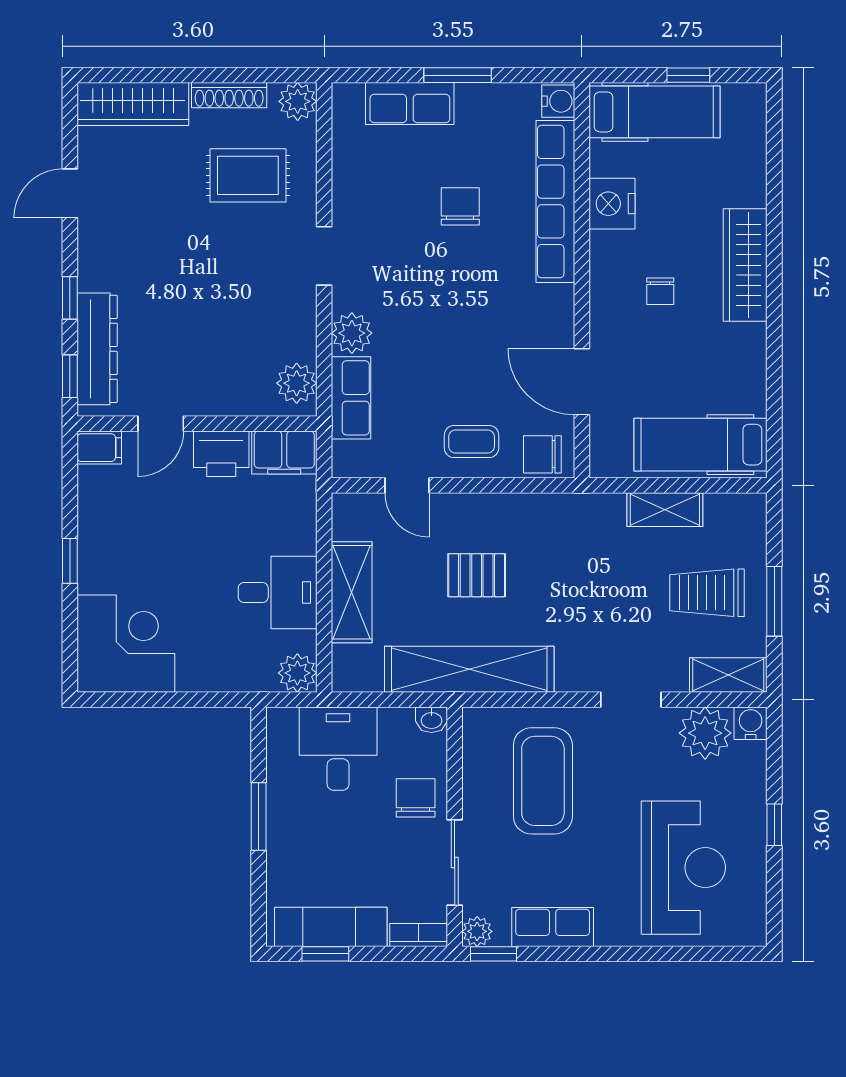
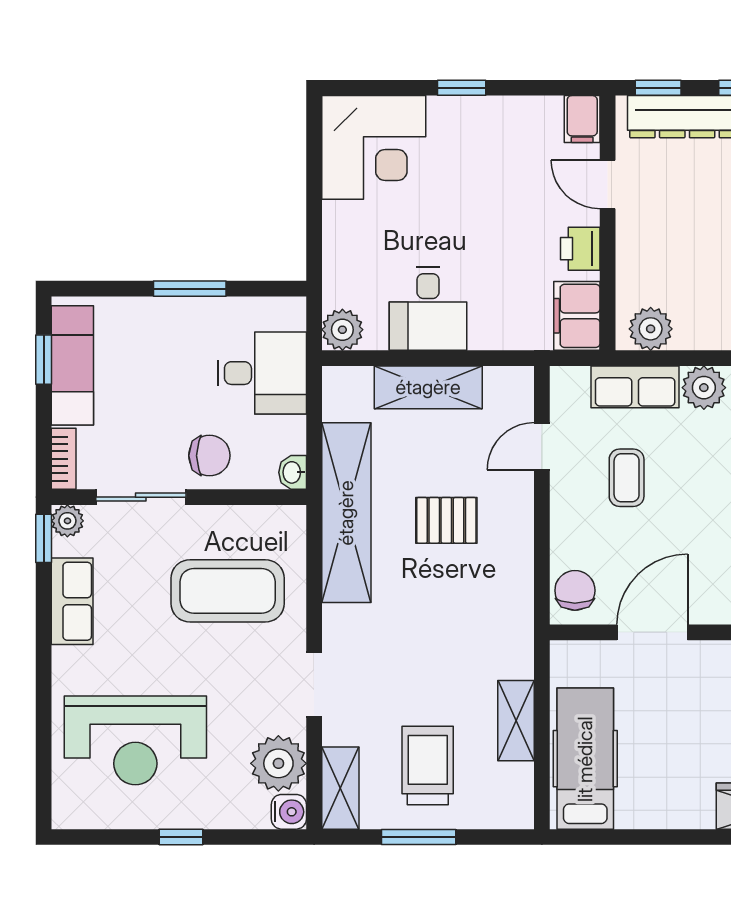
coffee table: (472, 442) -> (627, 478), moved
printer: (221, 454) -> (580, 249), width x0.73, depth x0.81
pallet: (477, 575) -> (446, 520), turned 90

